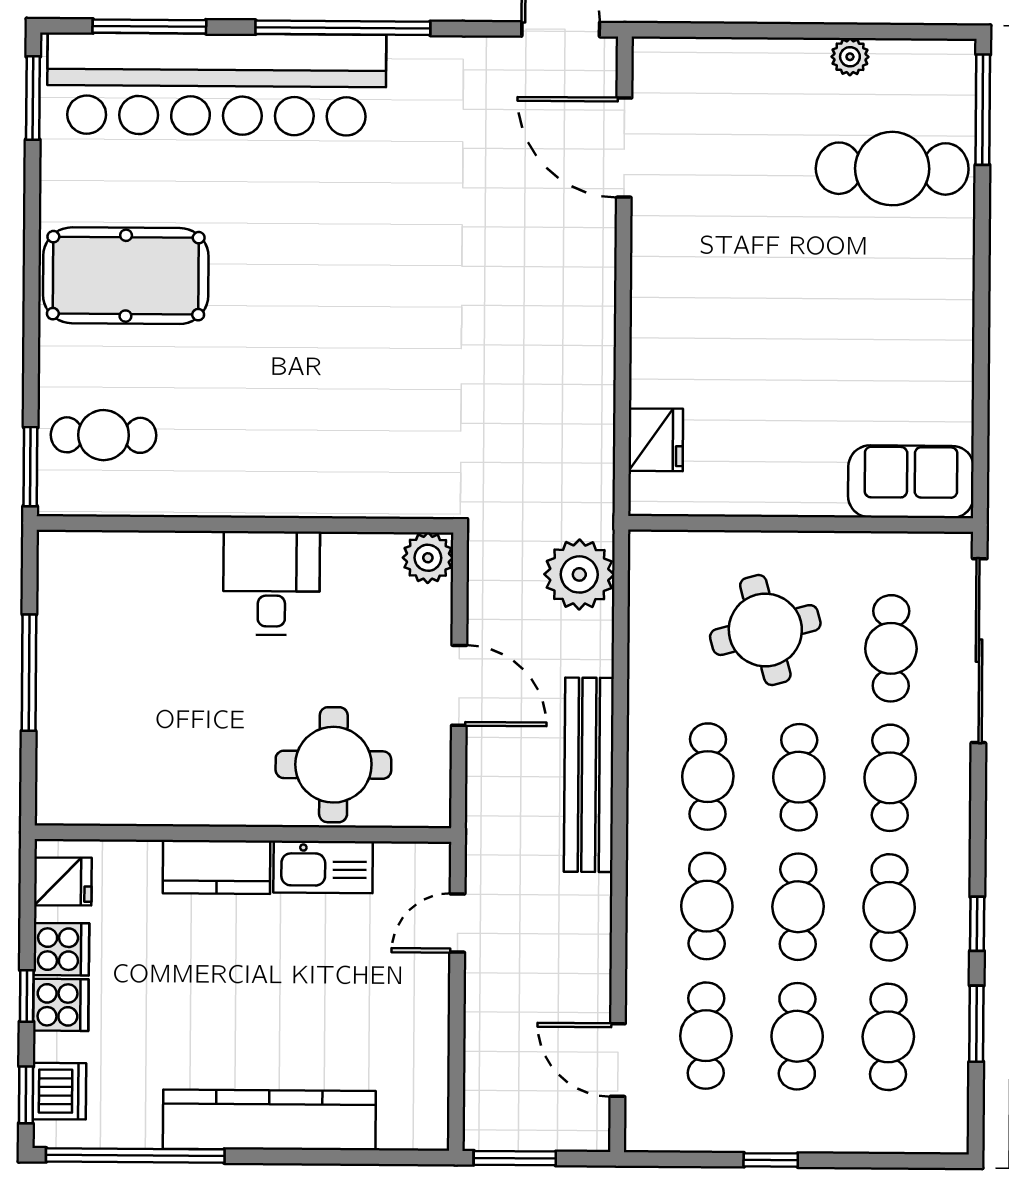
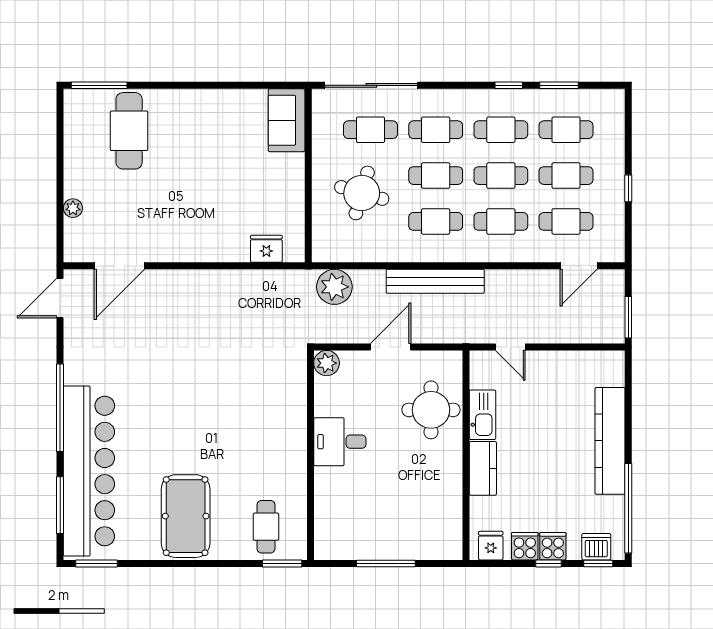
plant: (850, 57) -> (73, 208), moved
round table: (765, 630) -> (362, 193), turned 31

